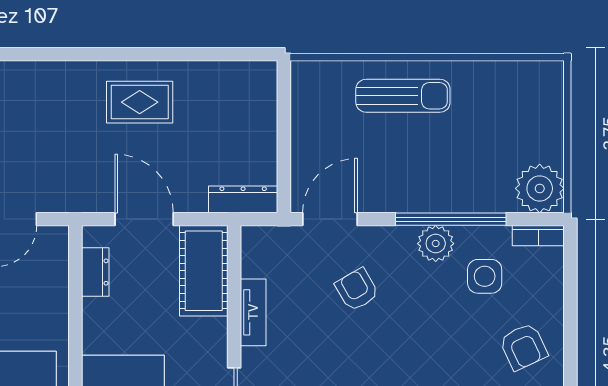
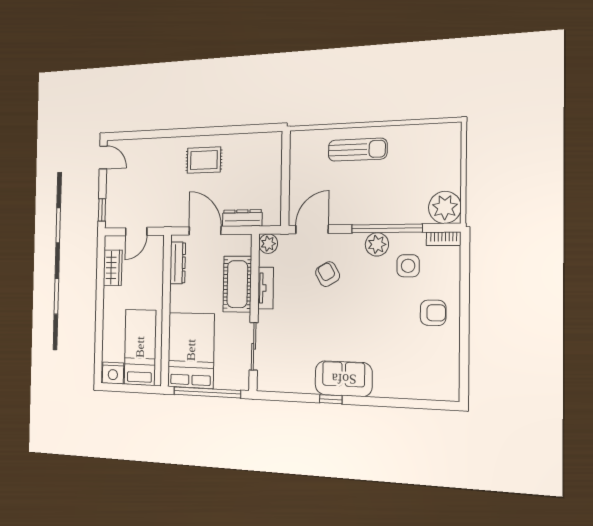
dresser: (243, 199) -> (242, 218), moved
plant: (256, 241) -> (268, 244), added
cot: (204, 271) -> (237, 284), moved
dresser: (95, 272) -> (178, 263), width x1.44
armchair: (523, 347) -> (433, 313), turned -65

